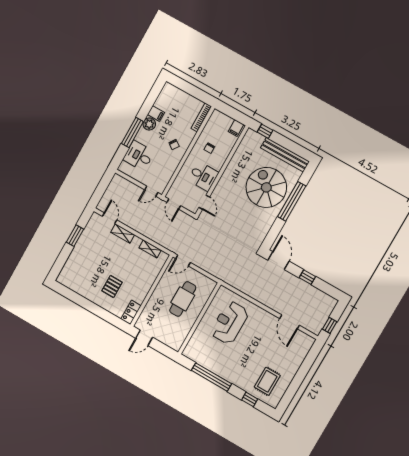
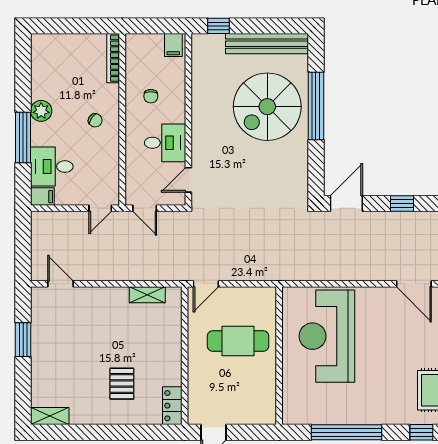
filing cabinet: (156, 114) -> (42, 197), moved
spiral stairs: (266, 187) -> (267, 107), turned -90
door: (204, 202) -> (188, 180), swing flipped
shelving: (123, 233) -> (50, 416), moved
door: (278, 261) -> (346, 204), hinge flipped
cafe table: (183, 299) -> (238, 341), turned 90
reception desk: (229, 323) -> (327, 336), width x1.36, depth x1.30

